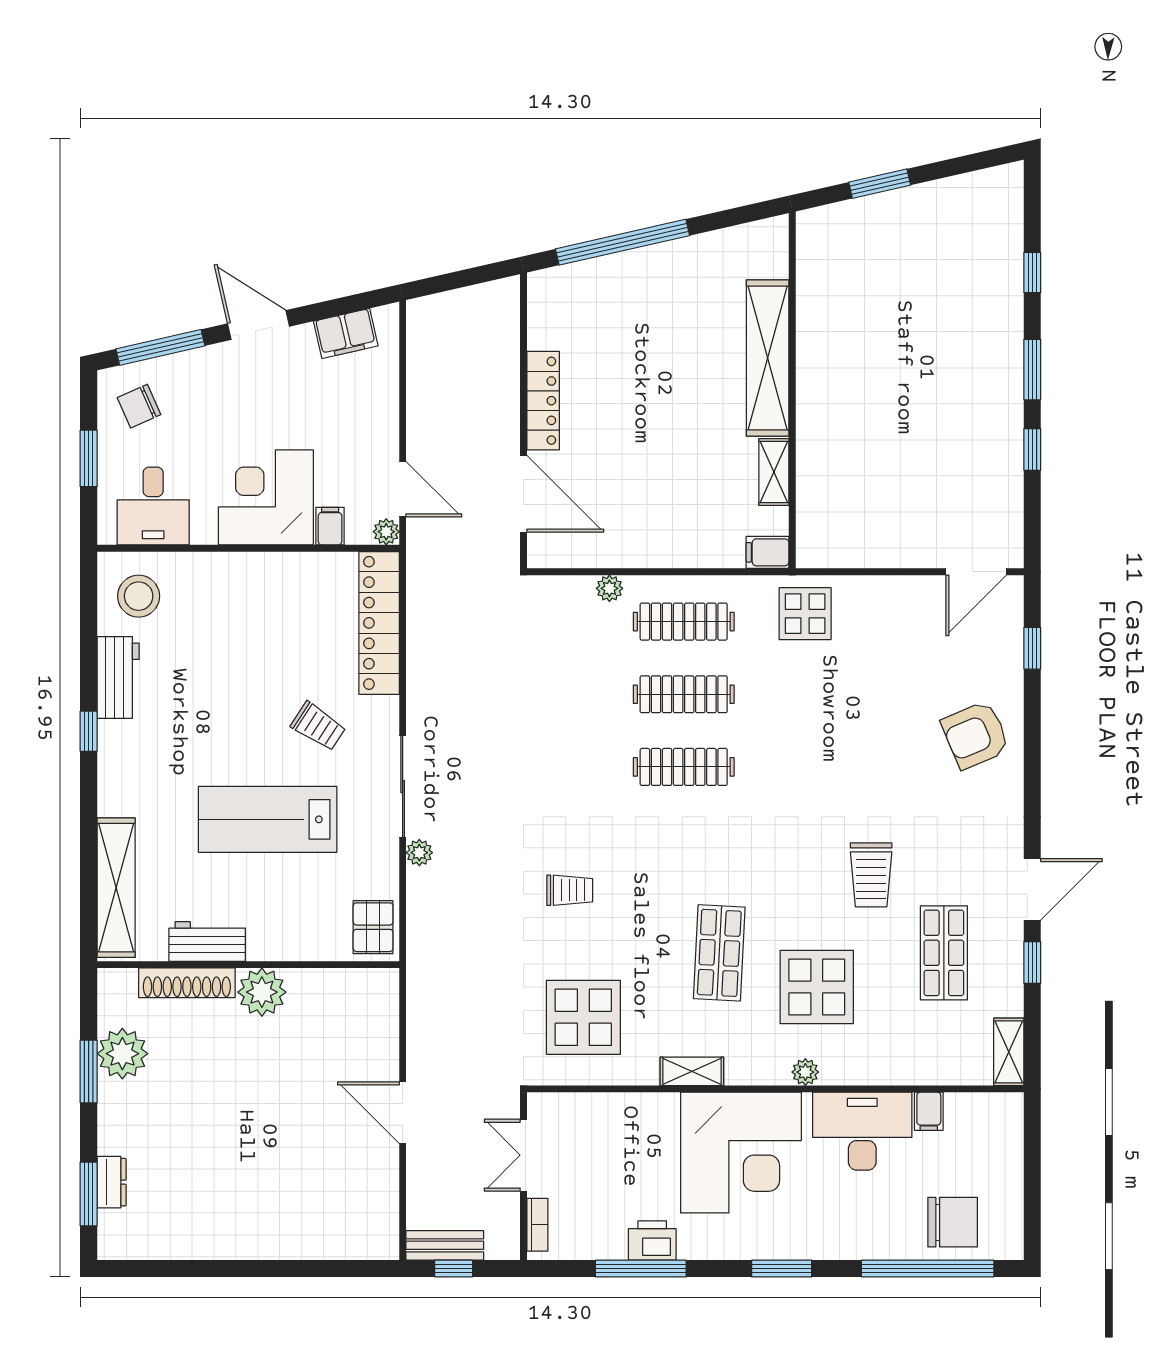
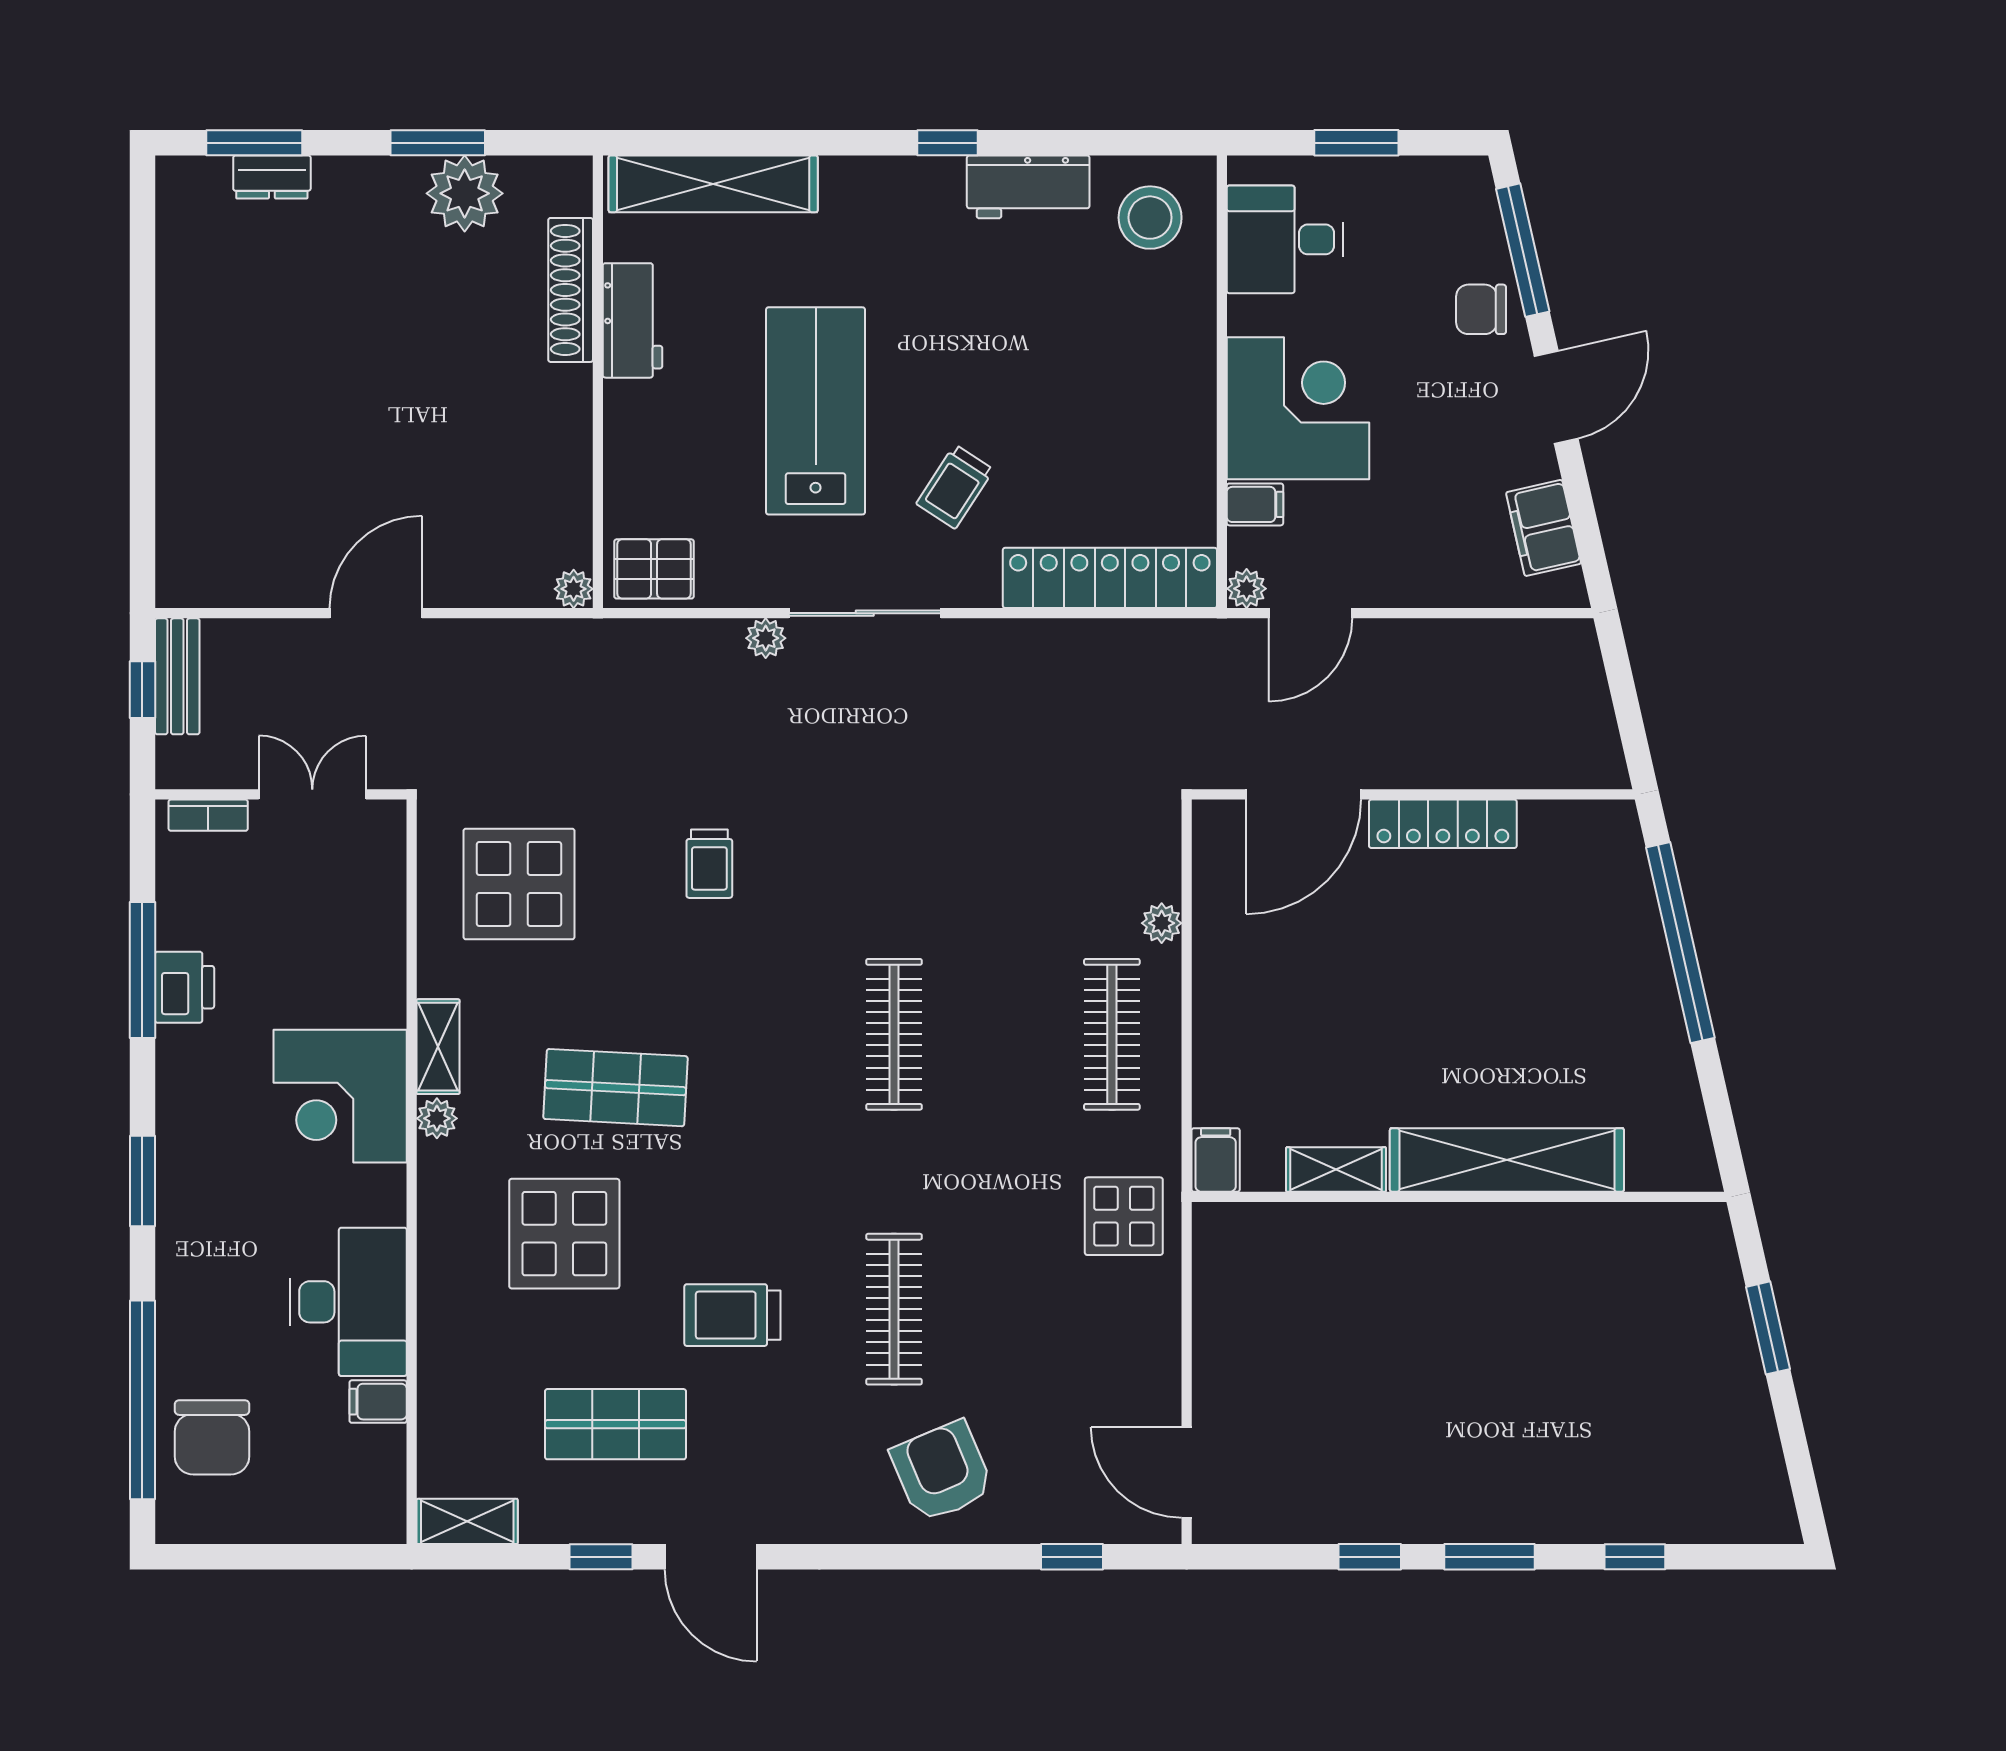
chair: (139, 406) -> (1481, 309), moved, turned -66
clothes rail: (684, 694) -> (894, 1309), moved
plant: (262, 992) -> (574, 589), moved, width x0.53, depth x0.53
plant: (805, 1072) -> (437, 1118), moved
corner desk: (741, 1153) -> (340, 1096), width x0.74, depth x0.74

